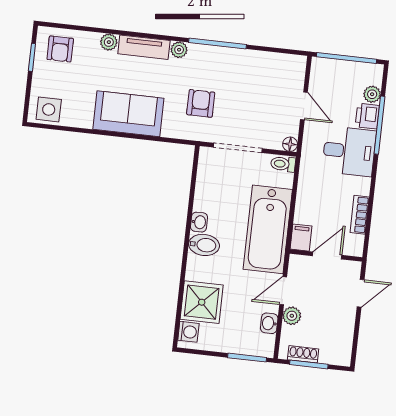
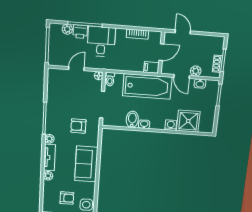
armchair: (60, 49) -> (67, 198), moved
bidet: (204, 245) -> (132, 119), moved
door: (327, 256) -> (161, 52), swing flipped
washing machine: (188, 332) -> (171, 125), moved

